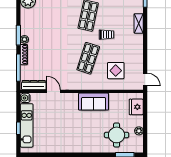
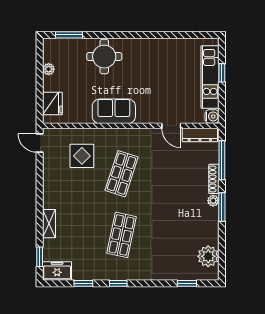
trolley: (107, 35) -> (95, 208), removed
round table: (117, 135) -> (104, 57), moved

